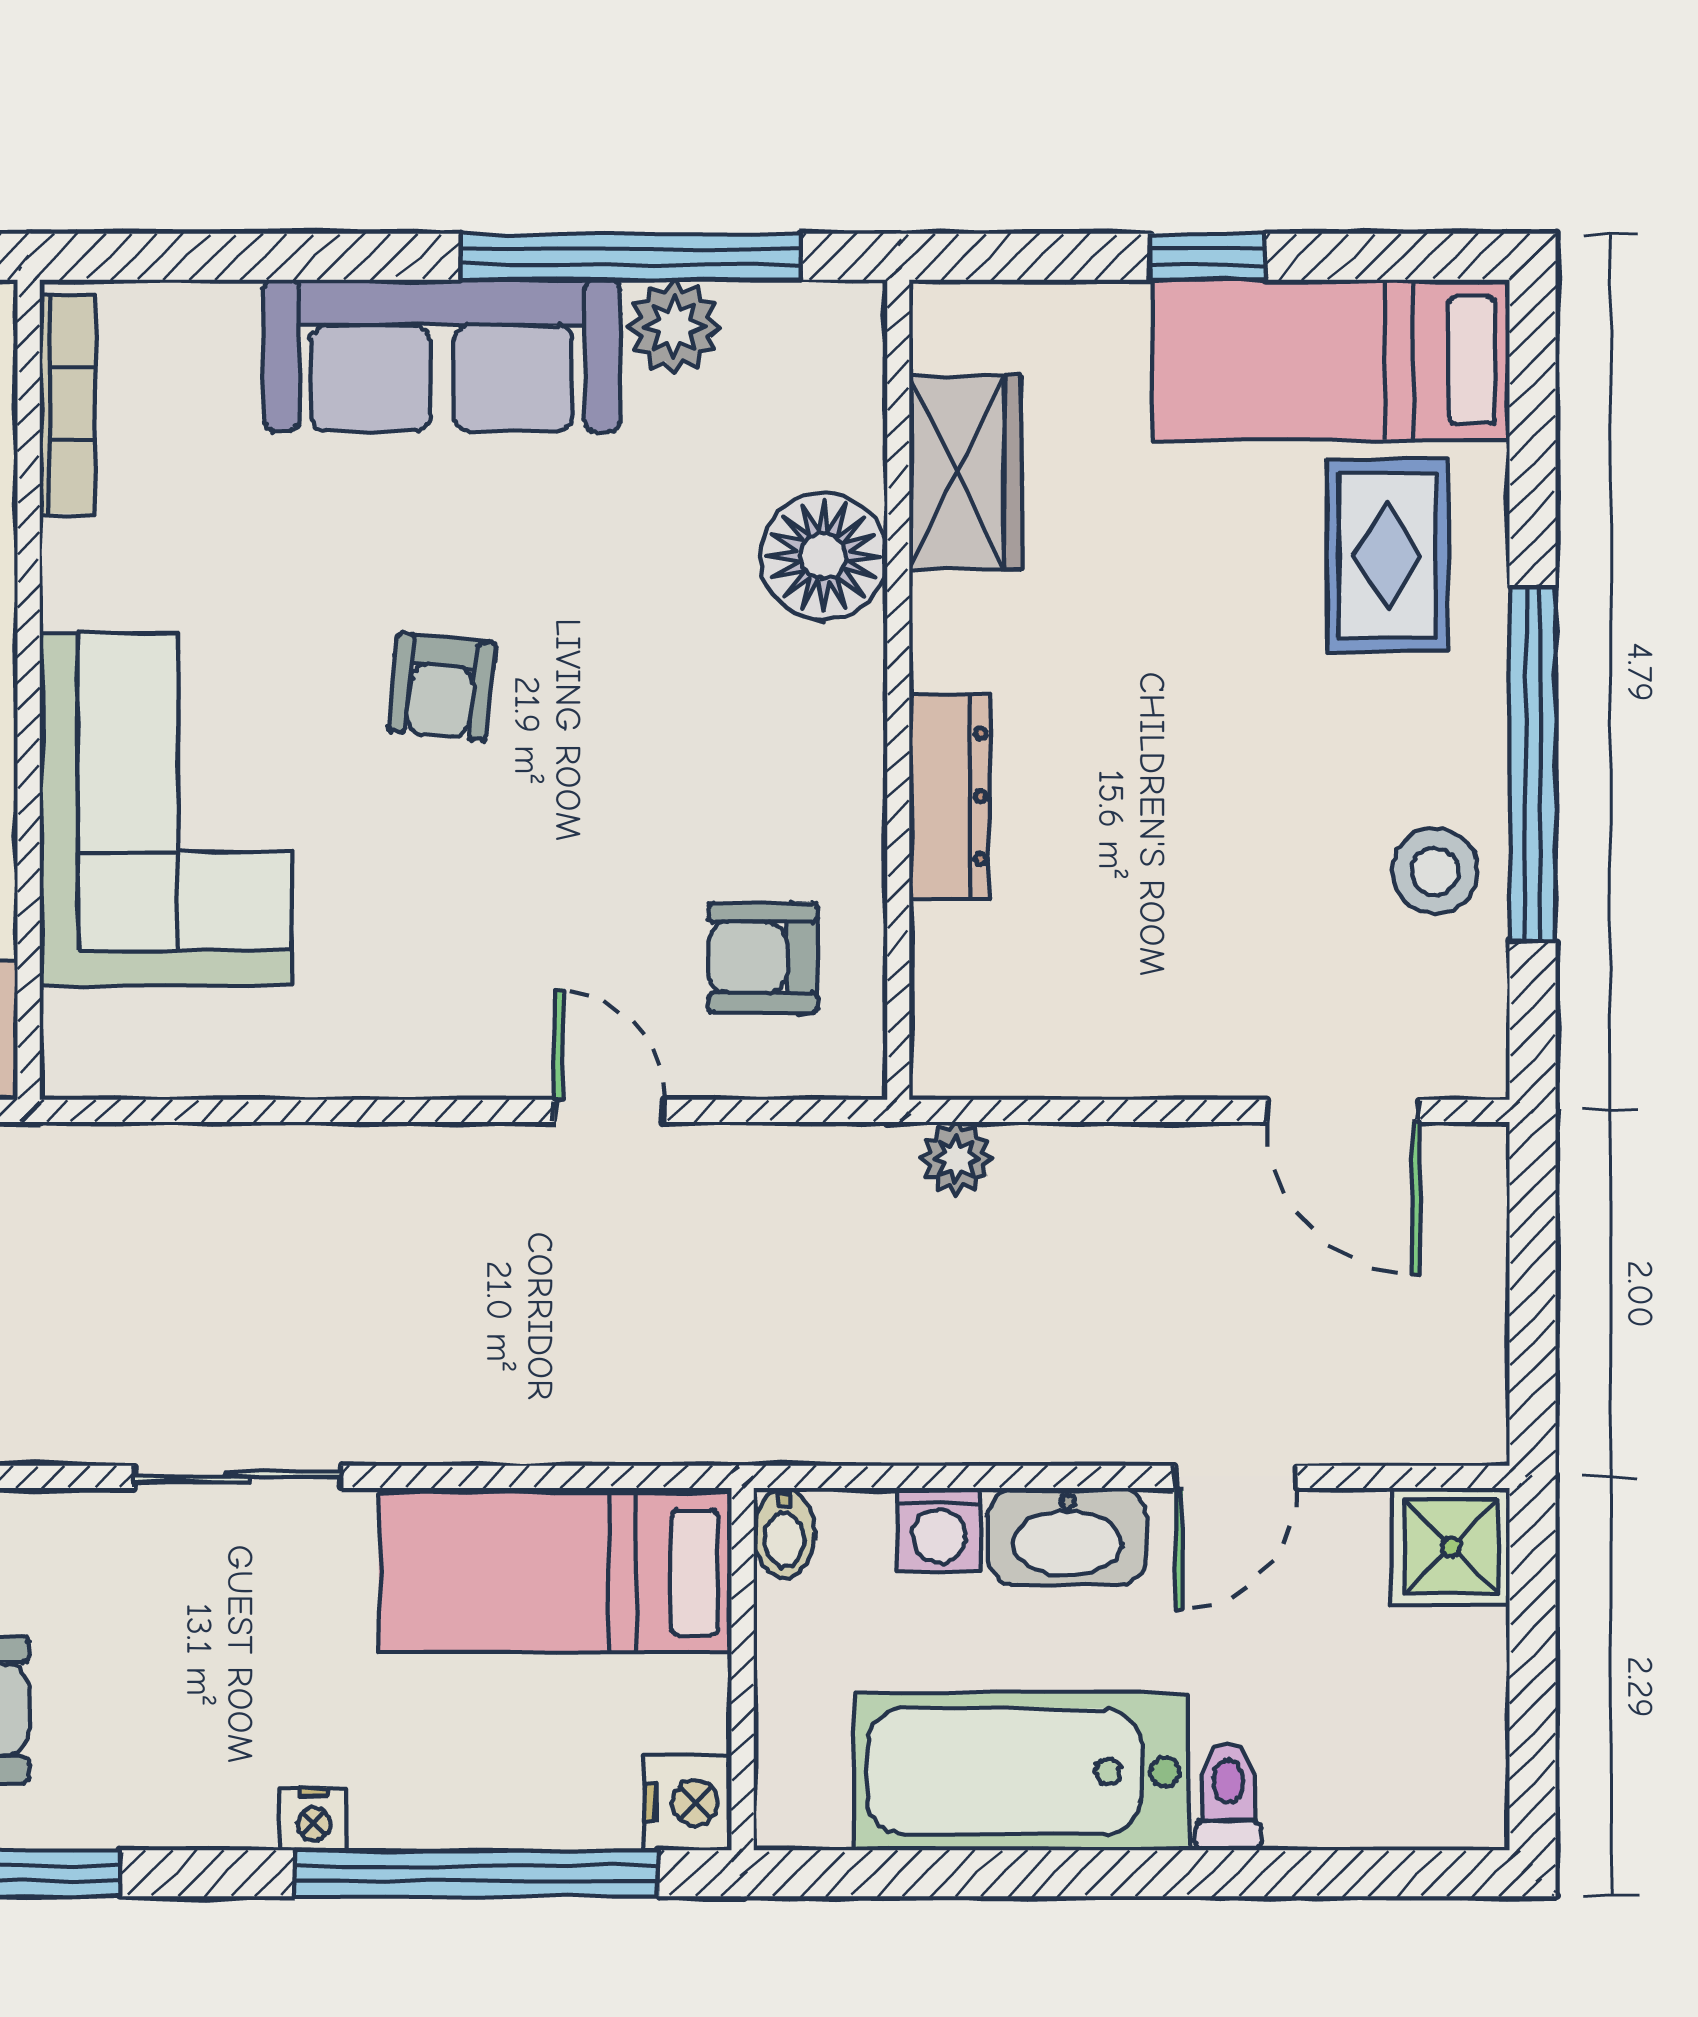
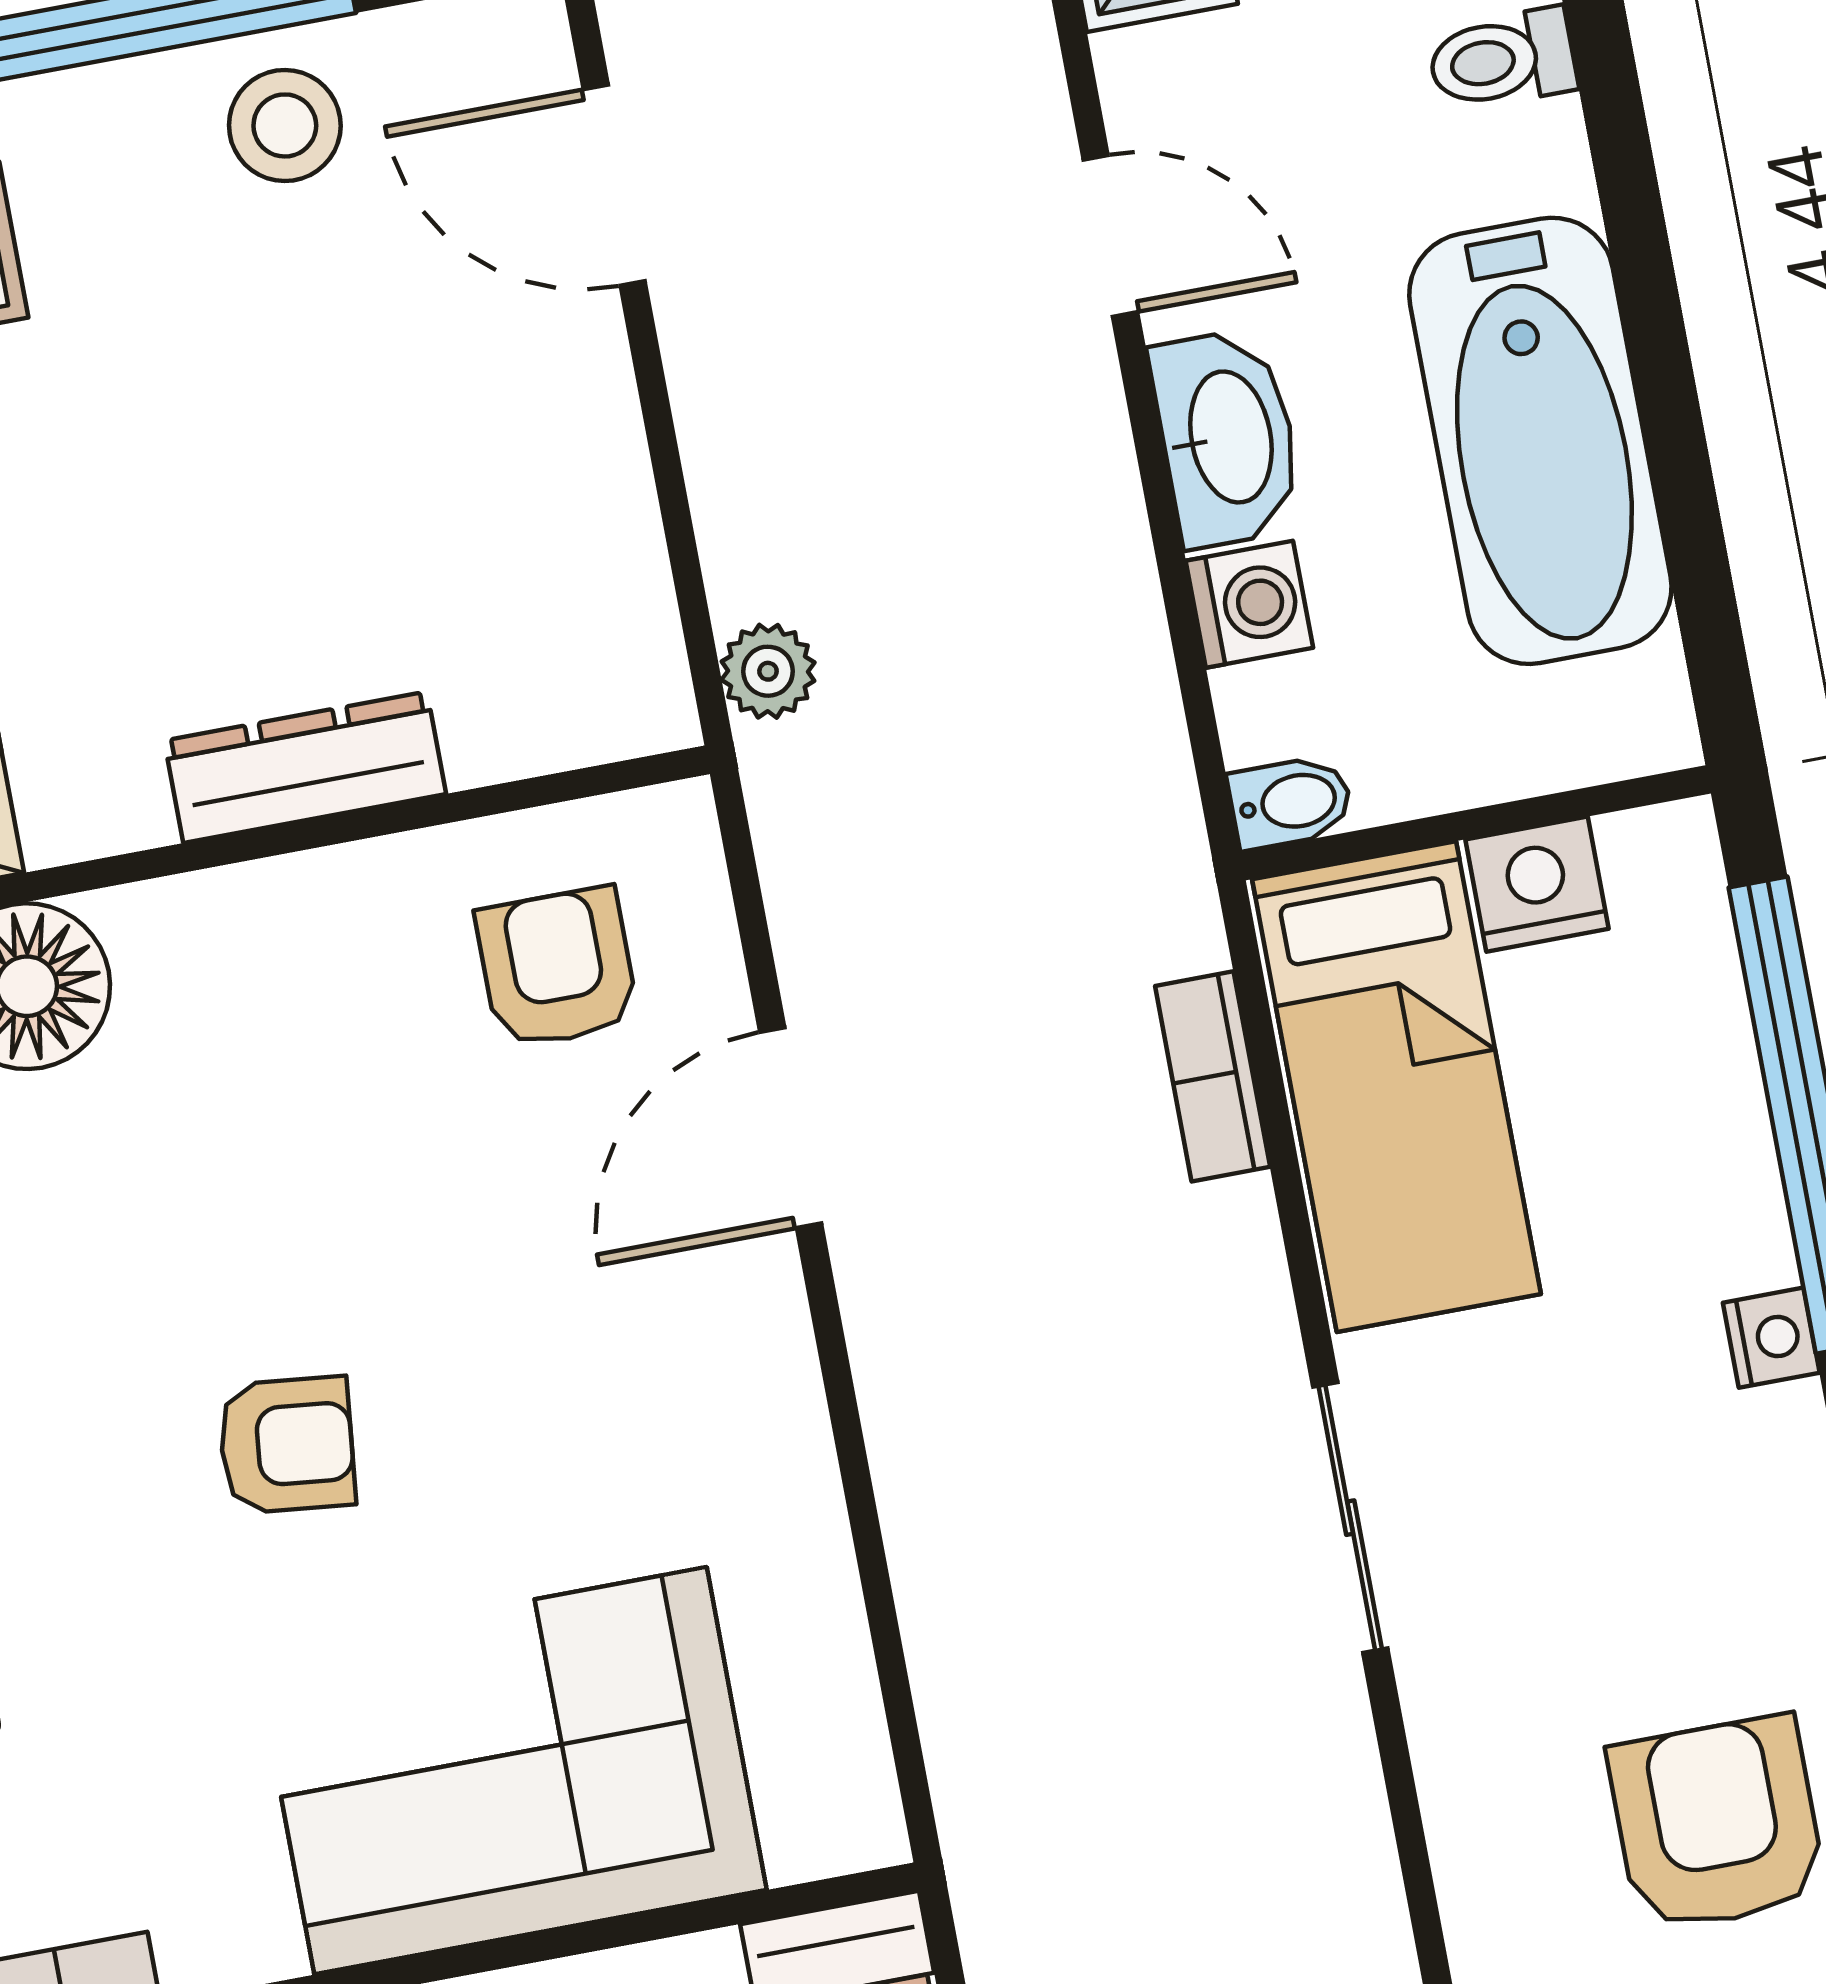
armchair: (763, 958) -> (557, 968), turned 180
door: (610, 1111) -> (791, 1128), width x1.38
door: (1344, 1111) -> (614, 185), swing flipped
bookcase: (589, 1435) -> (1213, 1076), added
toilet: (1228, 1797) -> (1502, 60), moved
nightstand: (688, 1803) -> (1537, 884), moved

